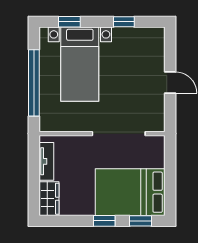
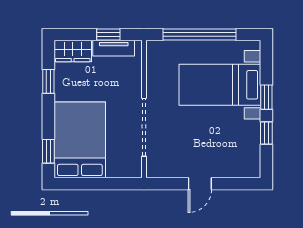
window: (69, 22) -> (266, 97), moved
window: (34, 166) -> (108, 34), added
window: (104, 221) -> (48, 81), moved

